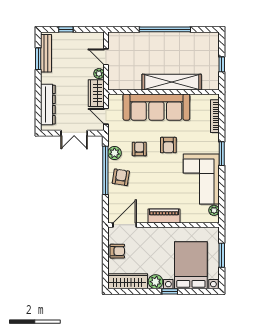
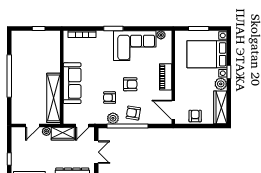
shelving: (172, 82) -> (53, 98), moved
sofa: (156, 107) -> (72, 83), width x0.74, depth x0.79
armchair: (168, 145) -> (130, 84), moved

